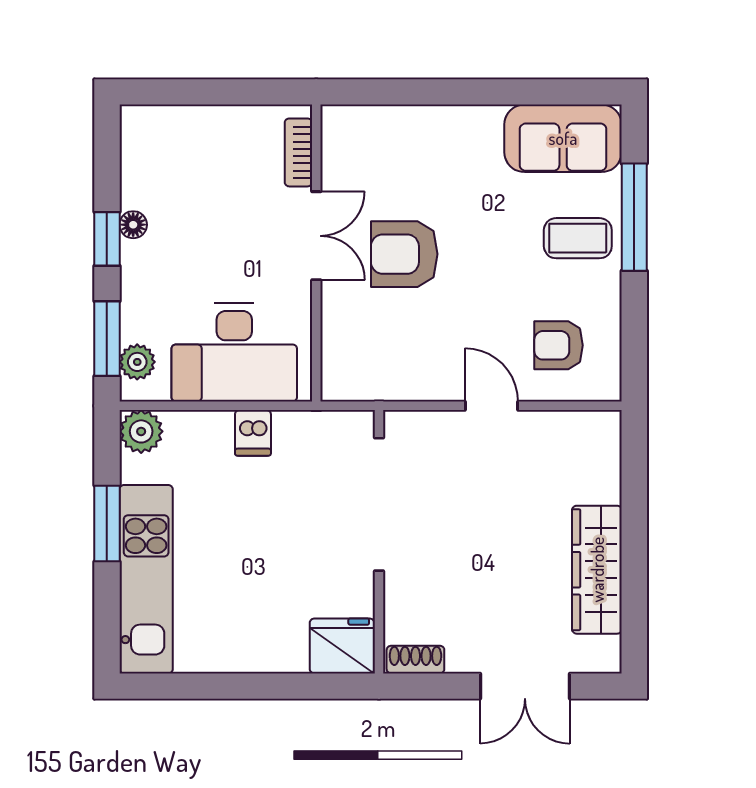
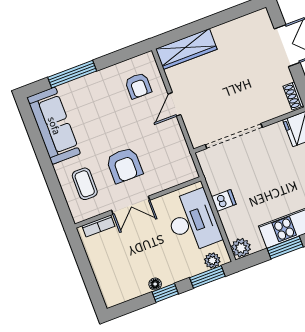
sofa: (563, 138) -> (54, 126), width x1.36
double door: (316, 236) -> (131, 205), swing flipped
coffee table: (578, 238) -> (85, 184), moved
wardrobe: (597, 570) -> (186, 49), moved

